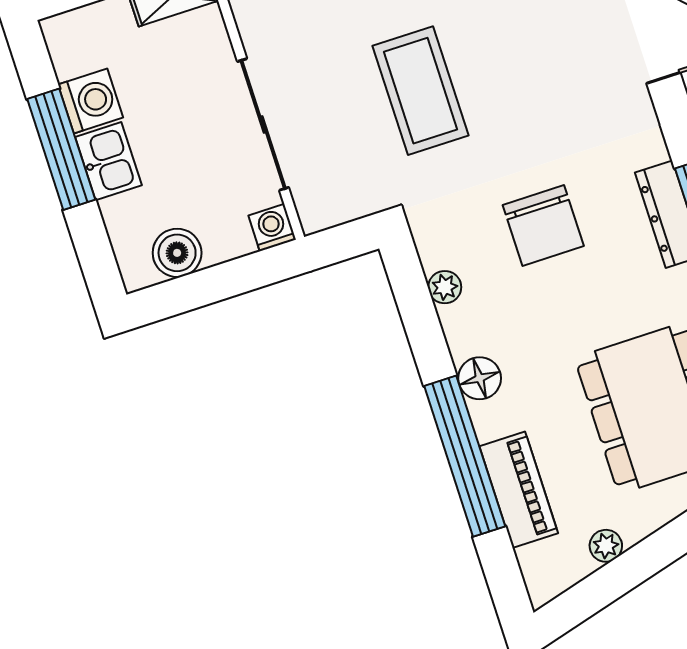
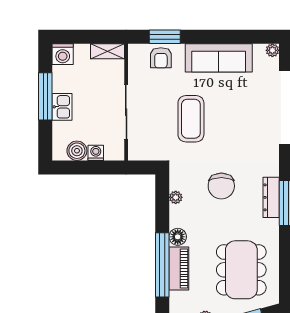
washing machine: (91, 101) -> (63, 54), moved, turned 90
washing machine: (272, 228) -> (96, 153), moved
piano: (519, 490) -> (179, 269), moved

